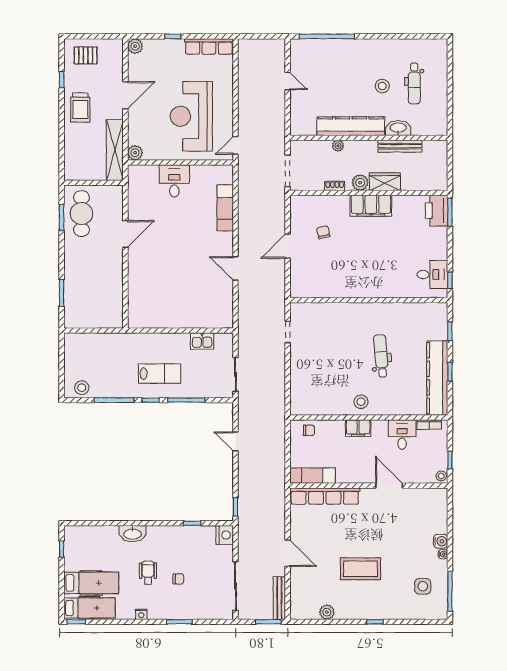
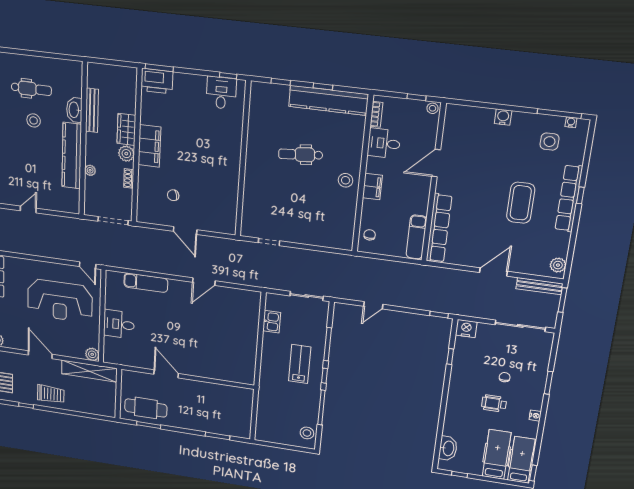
washbasin: (133, 534) -> (448, 448), moved
water cooler: (443, 554) -> (571, 122), moved
plant: (327, 612) -> (558, 265), moved
row of seats: (371, 612) -> (569, 198), added

